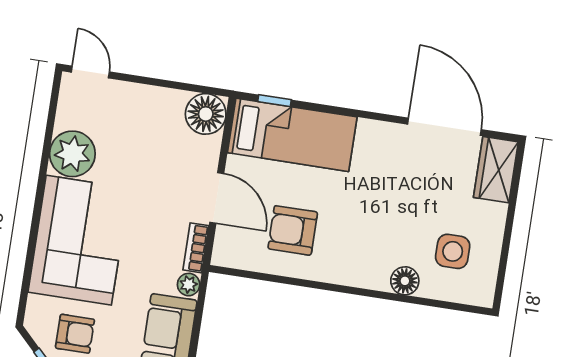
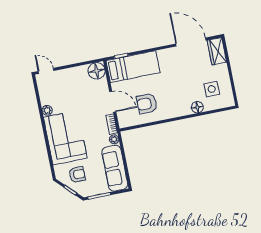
plant: (72, 154) -> (47, 110), width x0.53, depth x0.53

